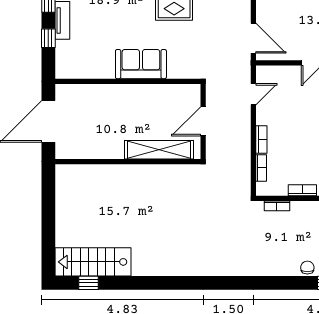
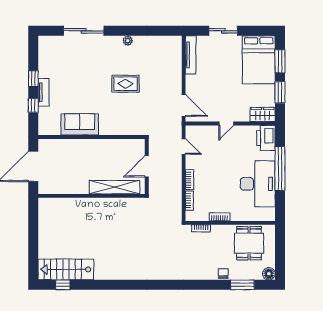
sofa: (141, 64) -> (80, 124), moved
door: (253, 94) -> (184, 146), hinge flipped

